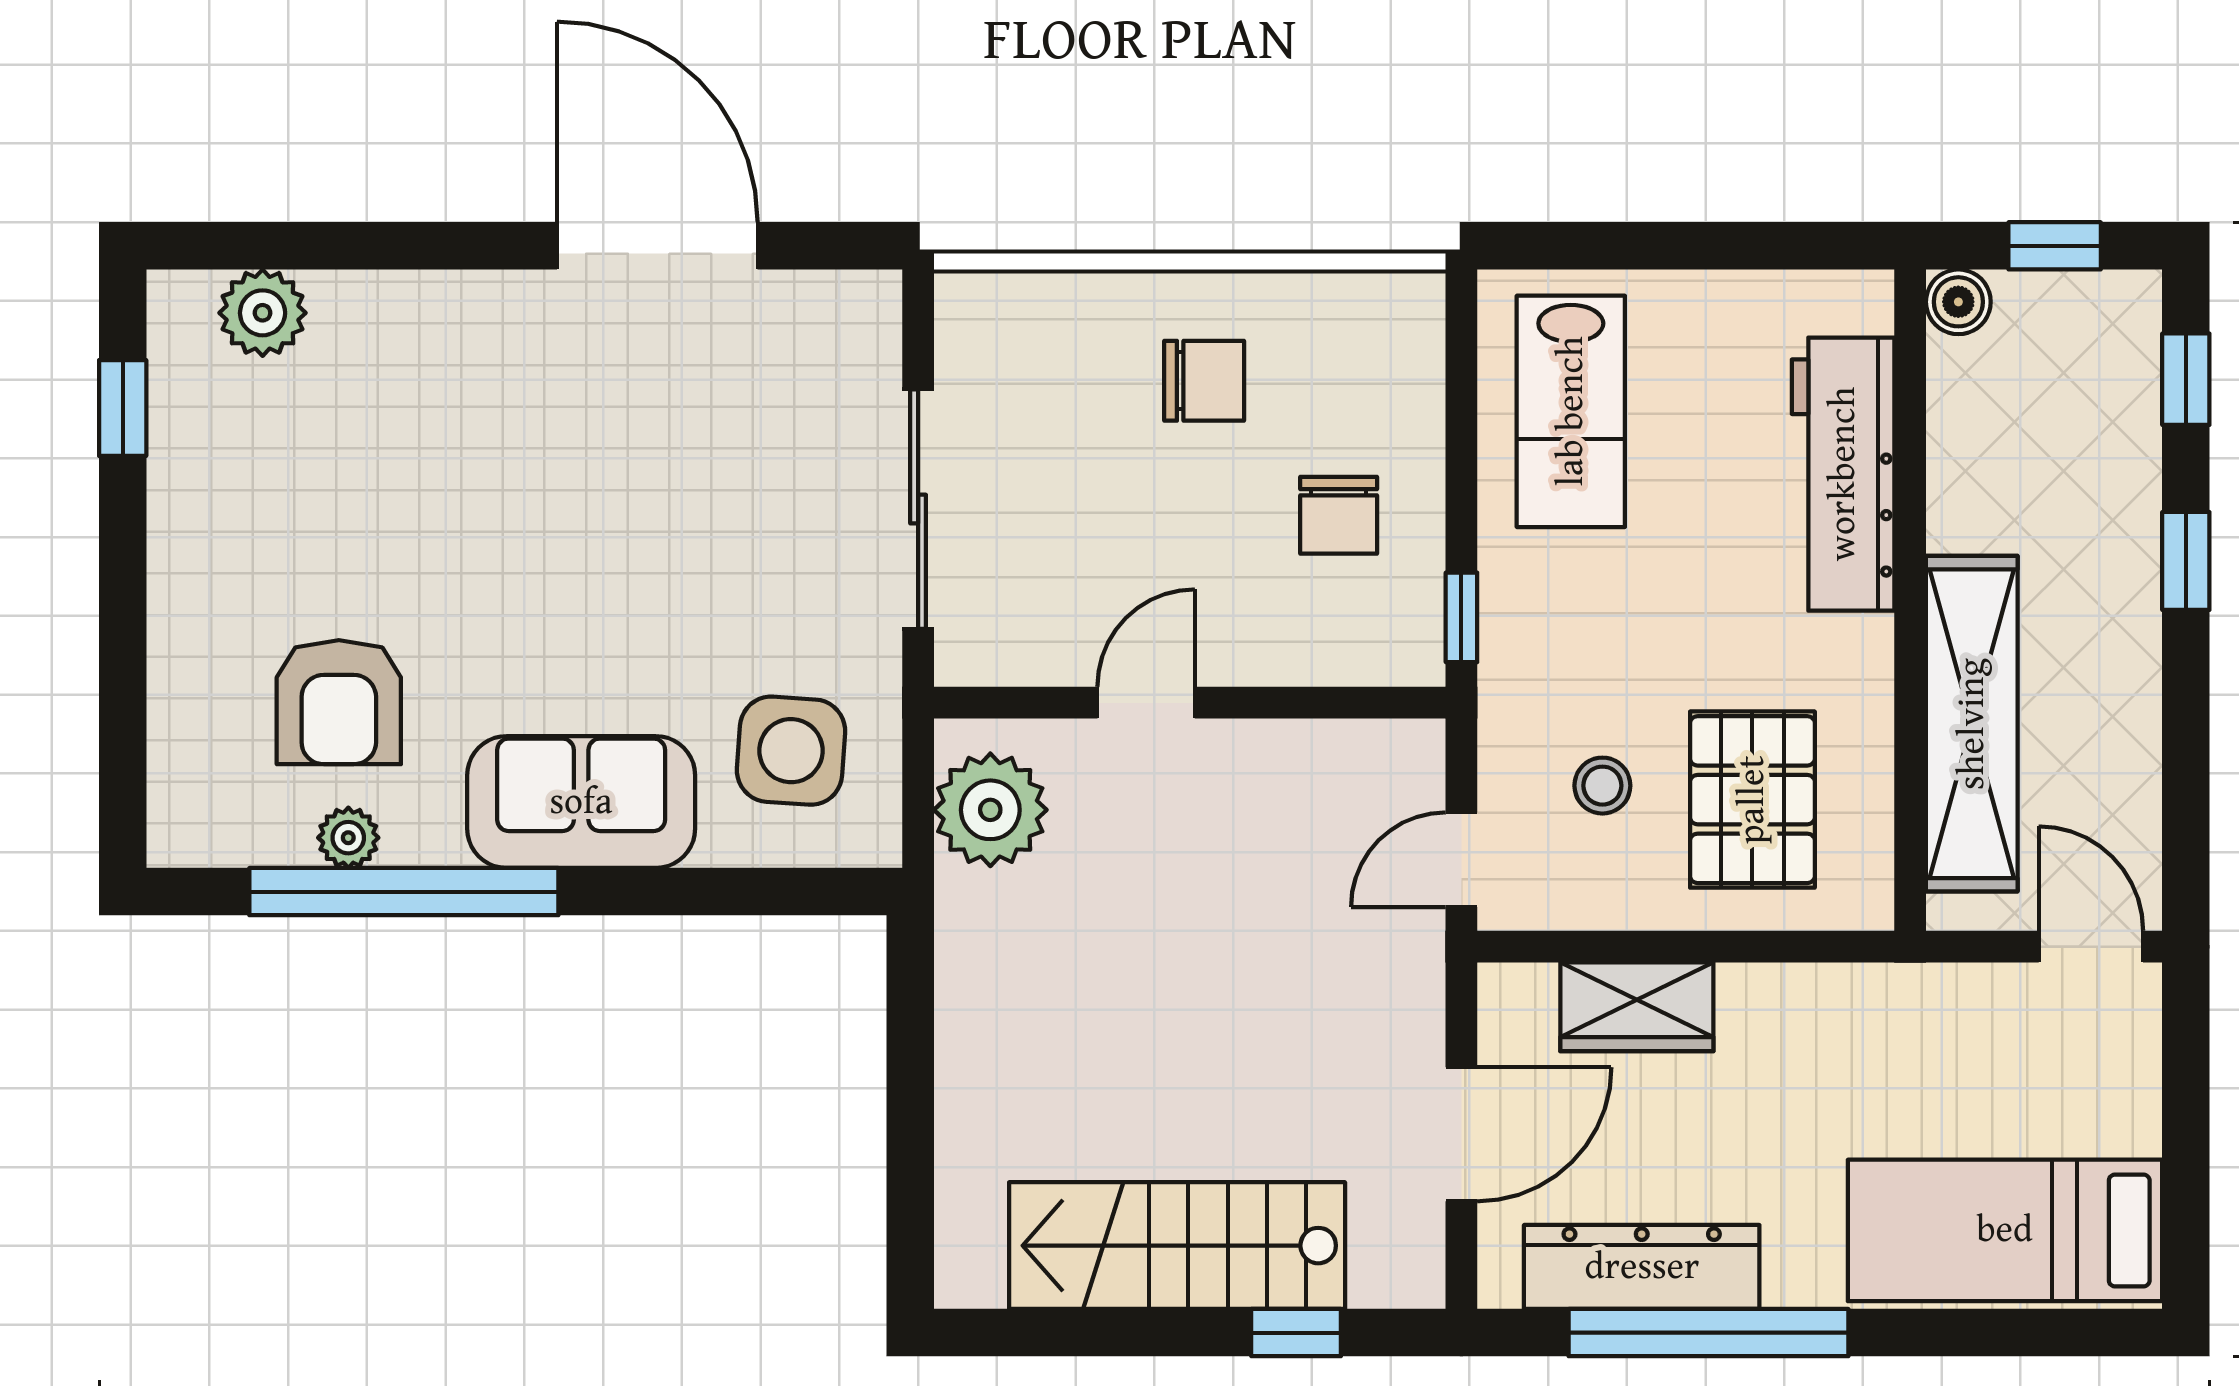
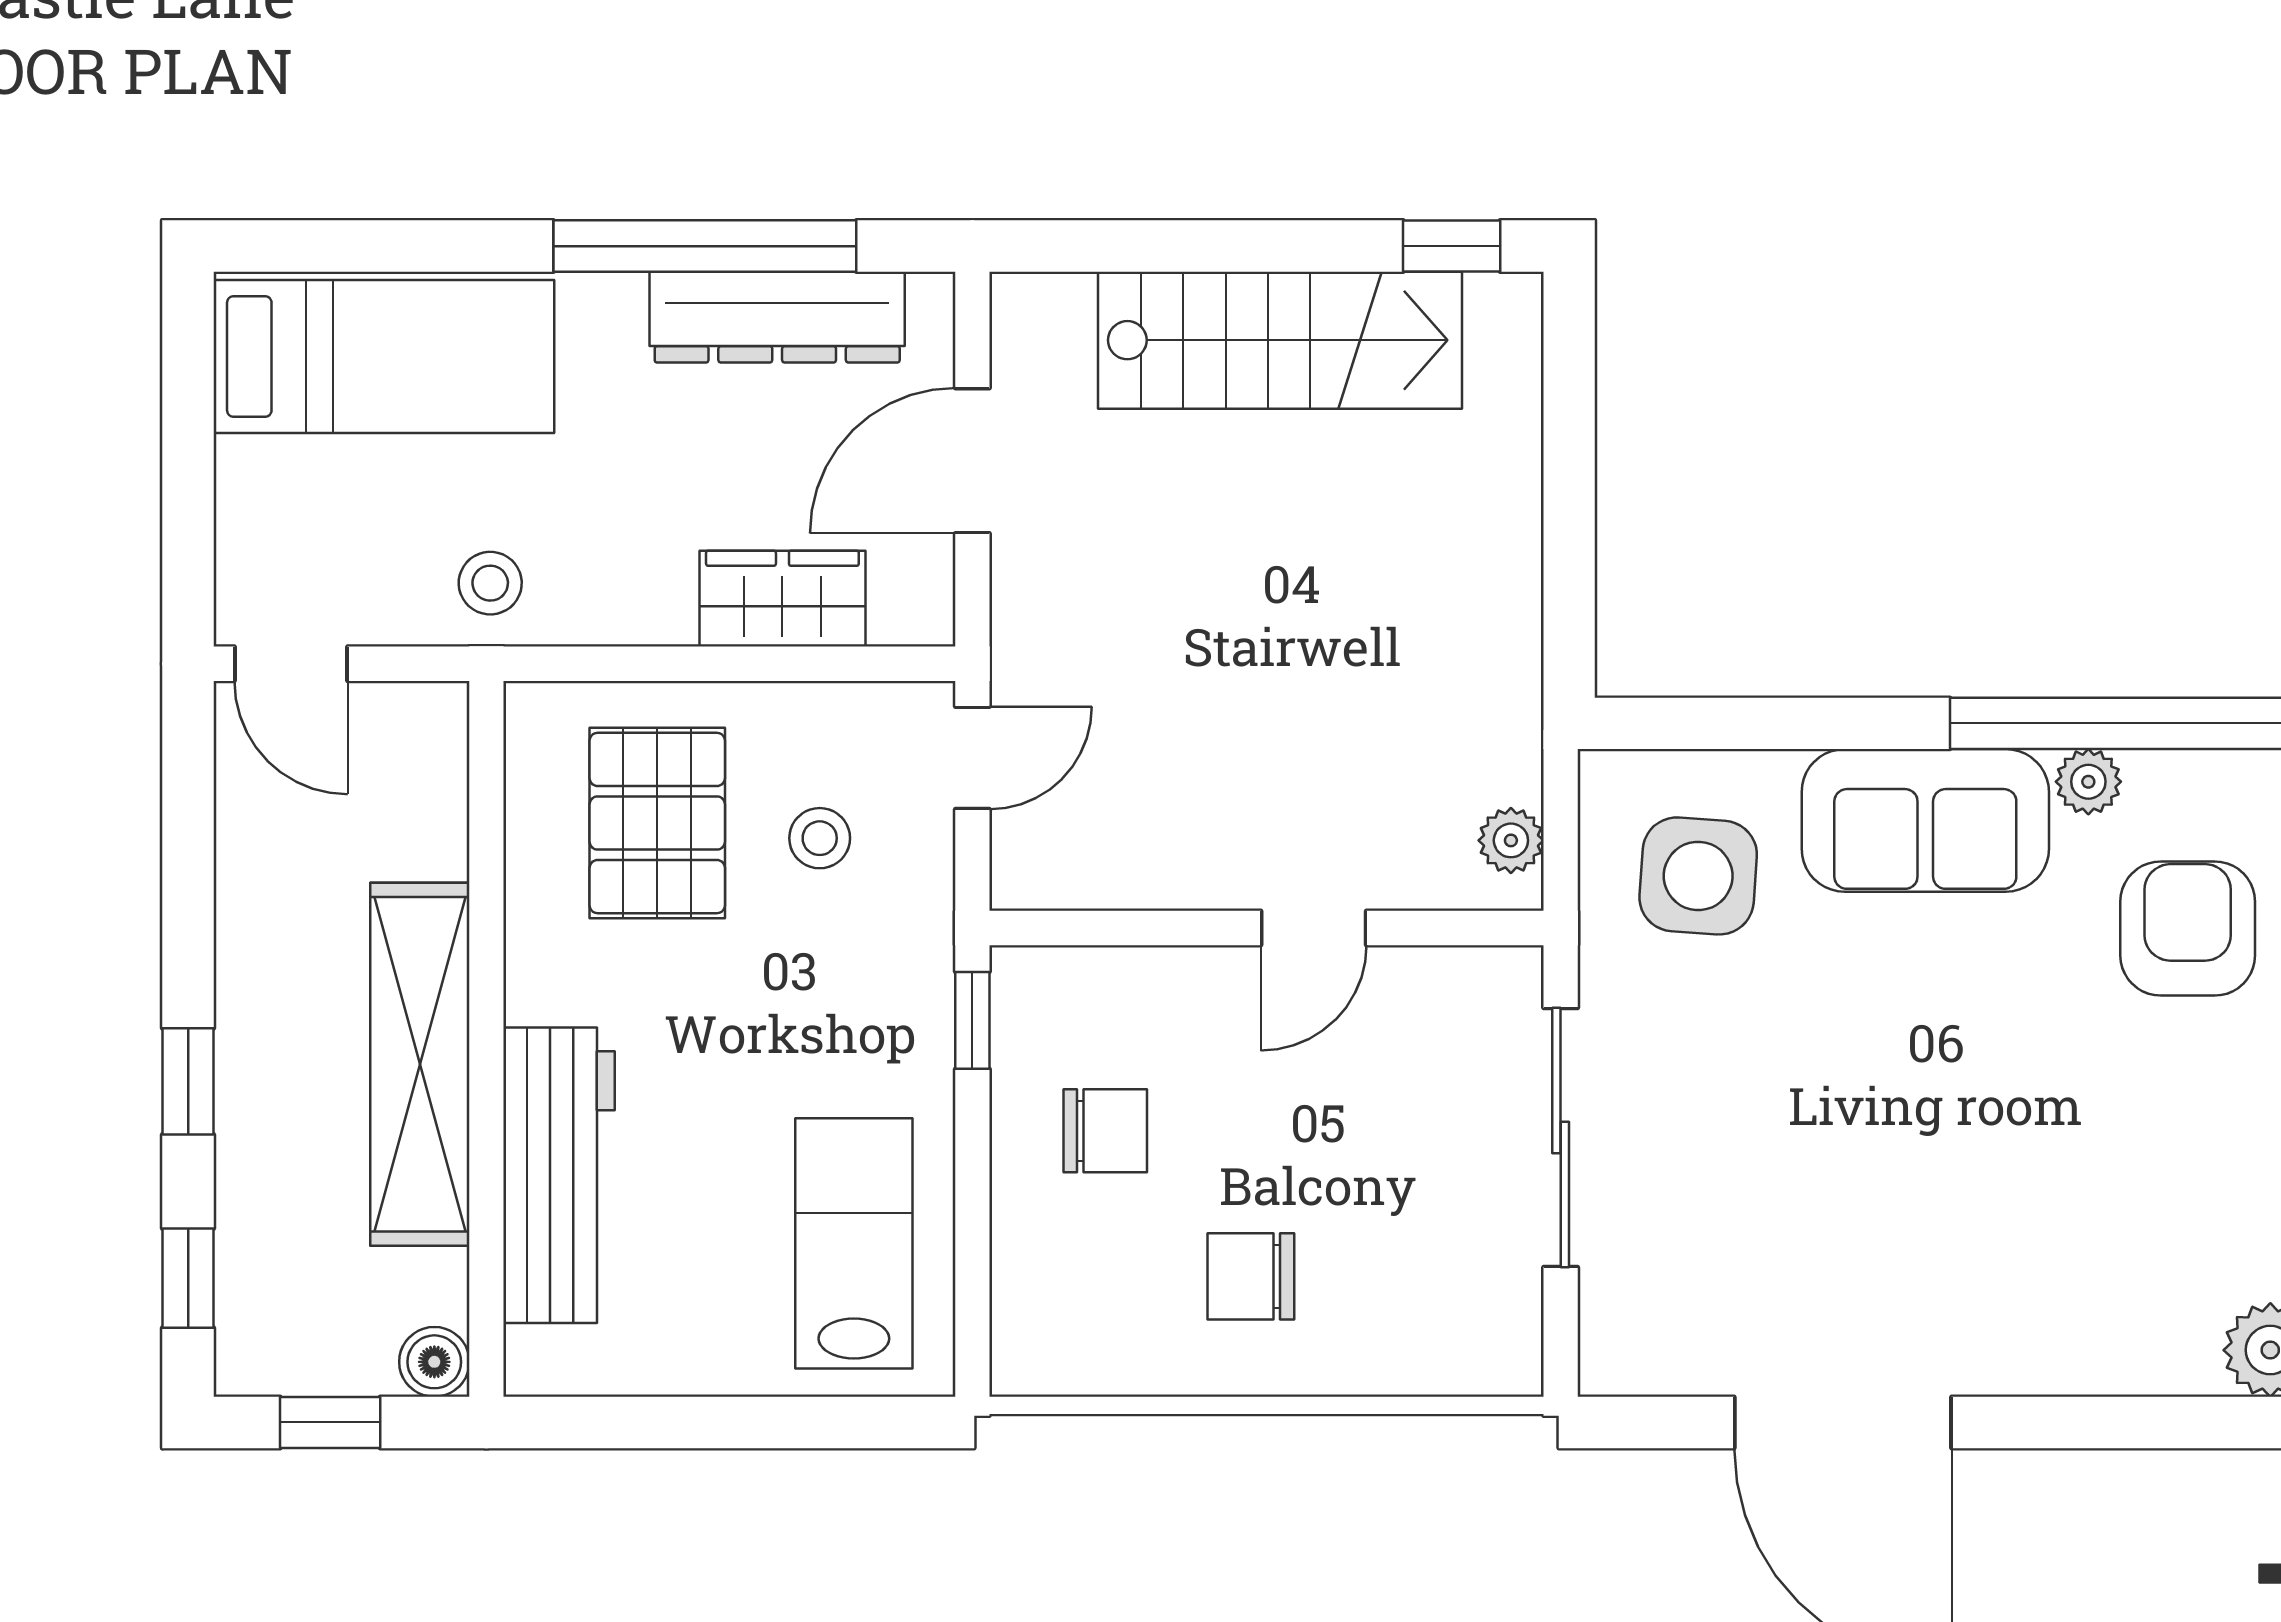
chair: (1339, 515) -> (1105, 1131), turned 90
shelving: (1972, 724) -> (420, 1064), moved
plant: (990, 810) -> (1511, 840), width x0.53, depth x0.53
plant: (348, 838) -> (2088, 782), moved
stool: (1907, 1021) -> (490, 583), added
window: (1296, 1333) -> (1452, 246), moved

